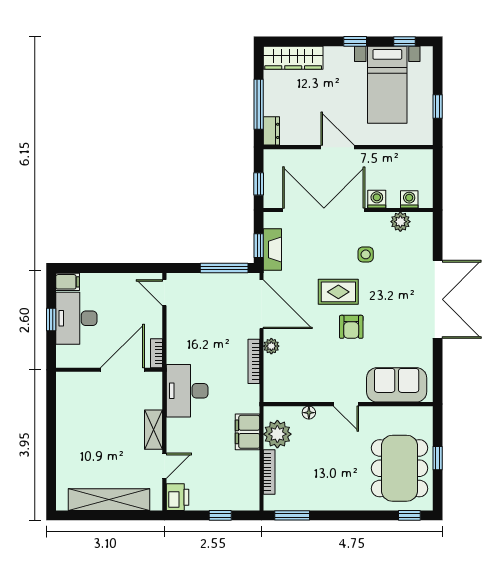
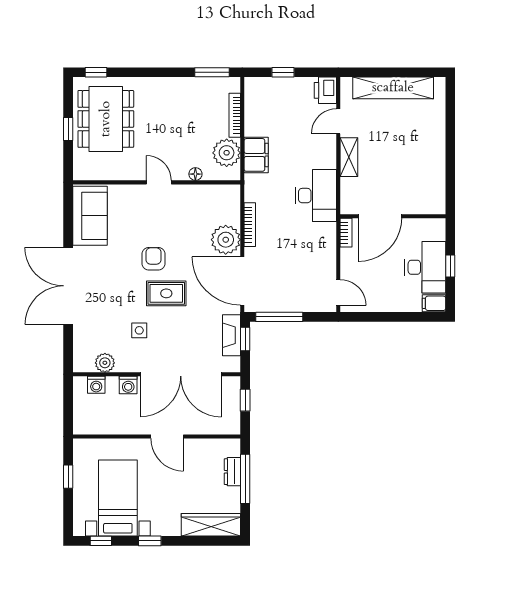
dresser: (271, 131) -> (232, 472), moved
plant: (271, 346) -> (226, 240), width x1.87, depth x1.87
sofa: (397, 385) -> (90, 216), moved, turned -90

